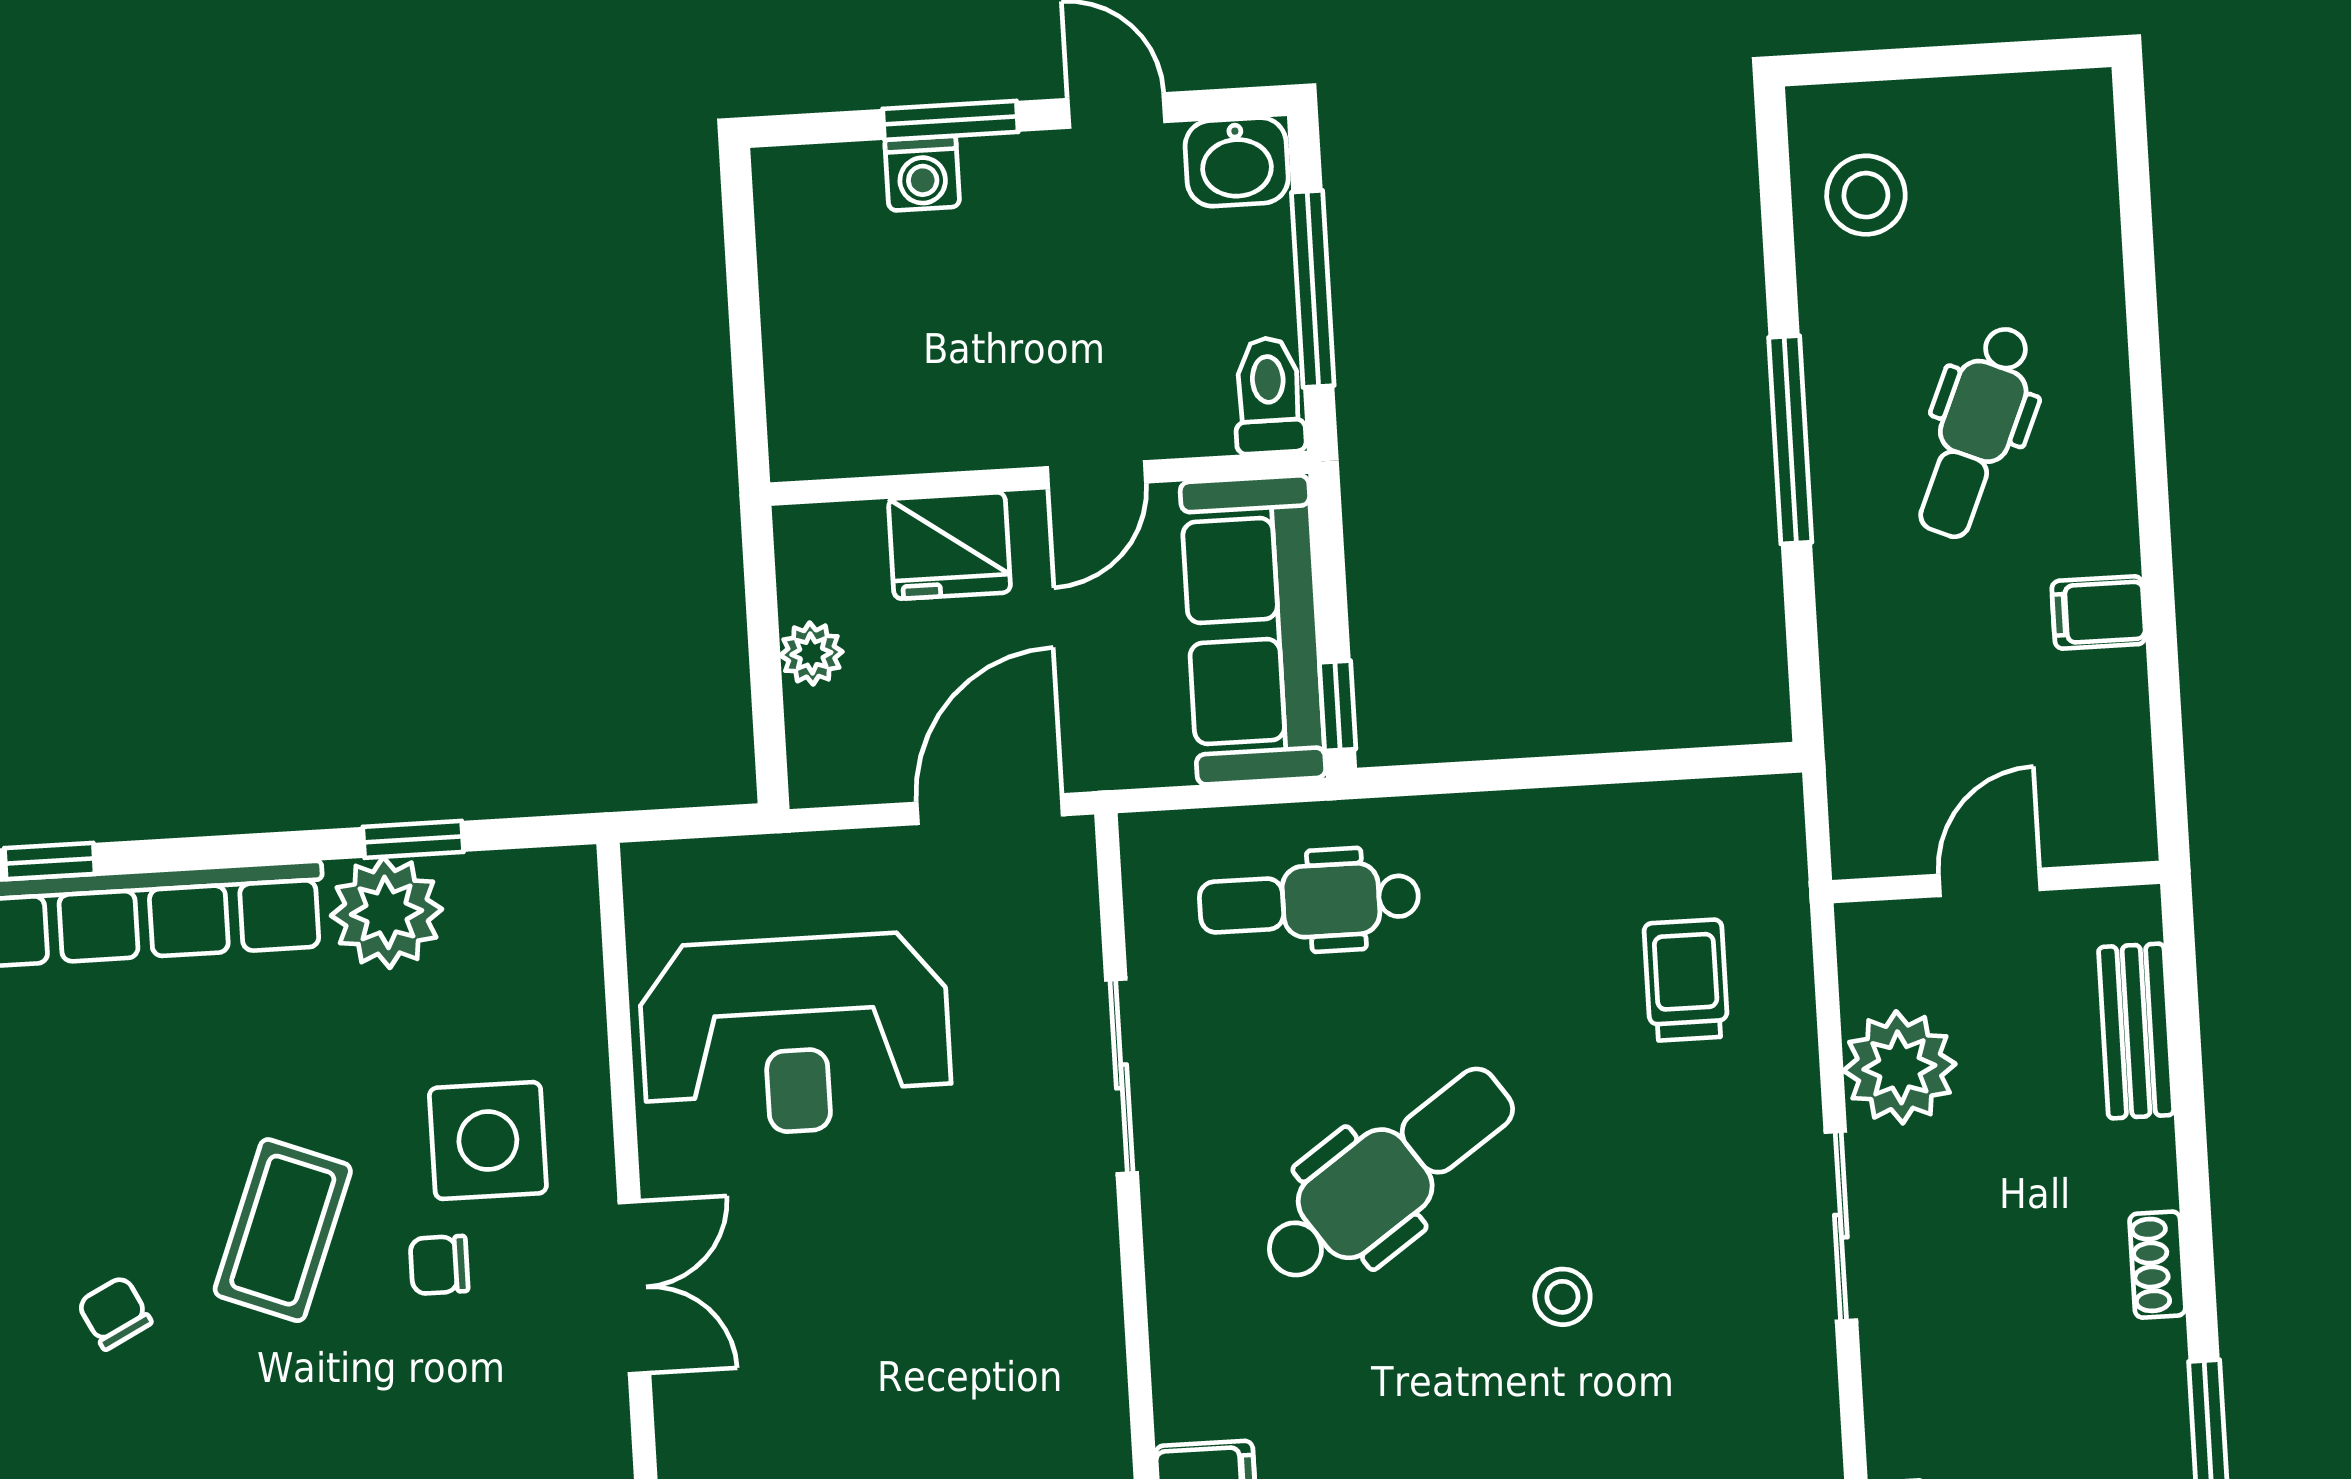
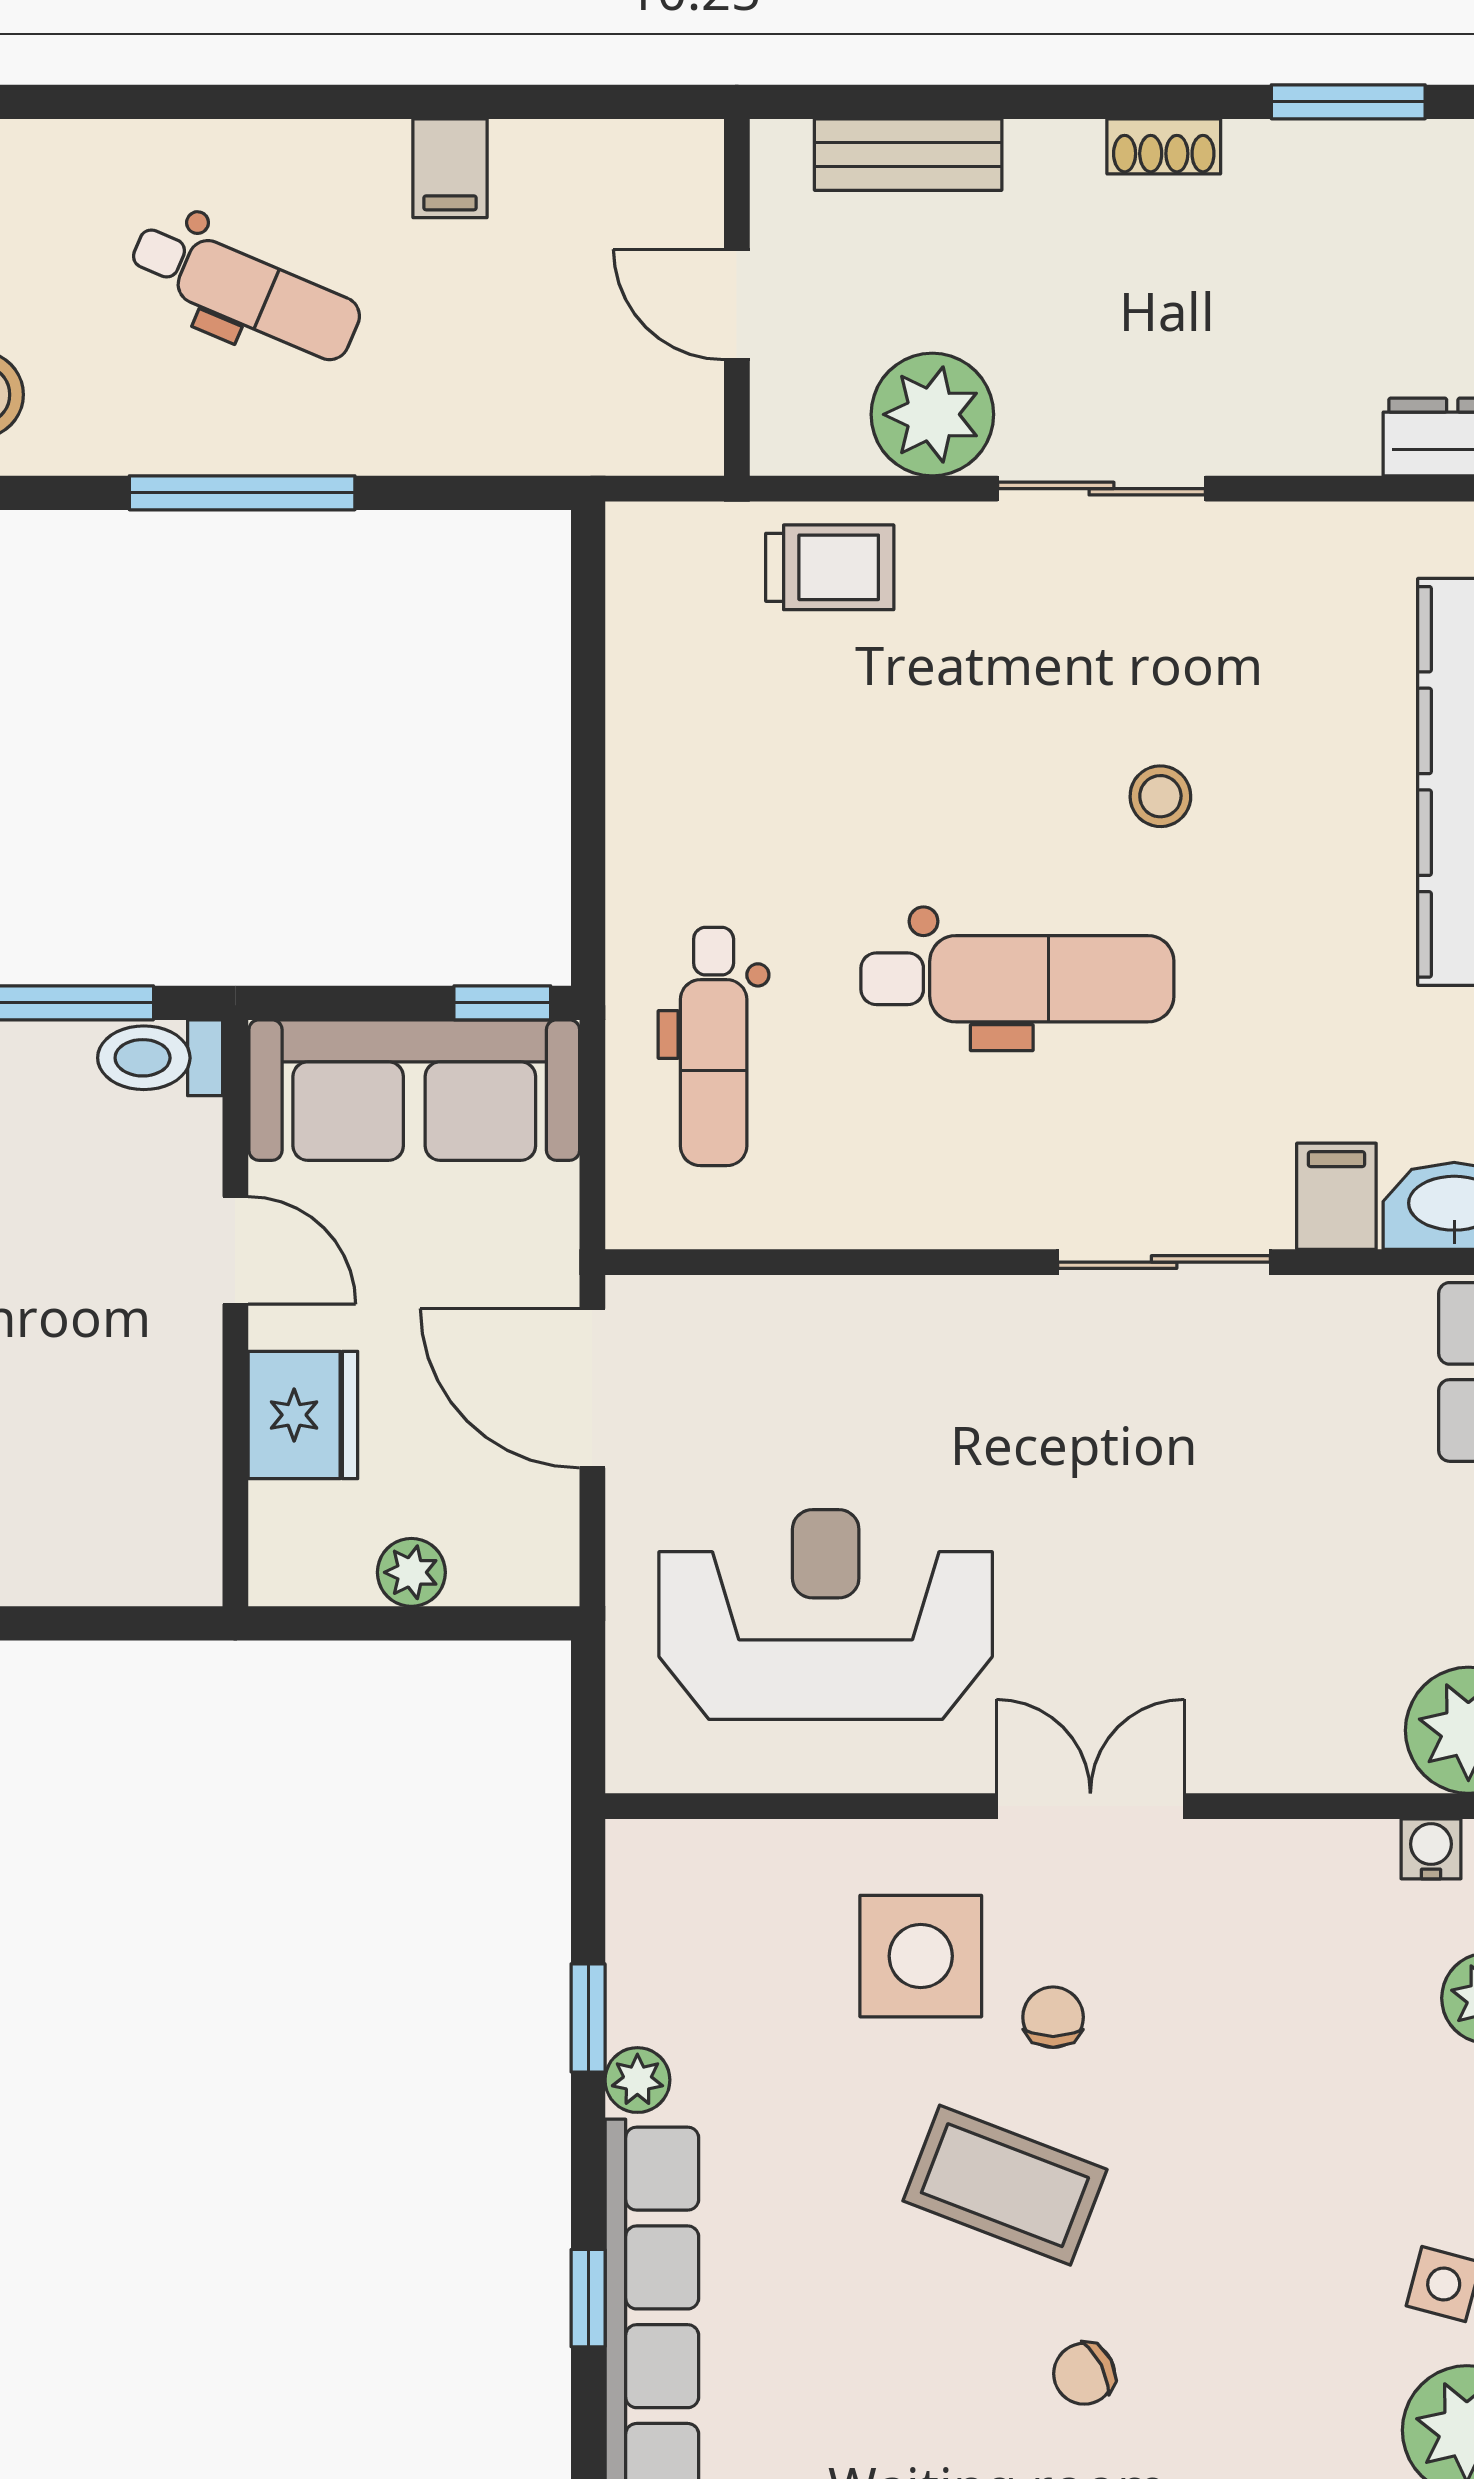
window: (50, 861) -> (588, 2298), moved
plant: (387, 912) -> (637, 2080), width x0.53, depth x0.53
trolley: (1686, 980) -> (830, 567), moved, turned 180
reception desk: (795, 1035) -> (826, 1615), turned -90
sliding door: (1121, 1076) -> (1164, 1262), moved
dental chair: (1388, 1176) -> (1017, 979), turned 125
chair: (439, 1265) -> (1053, 2017), turned 180

